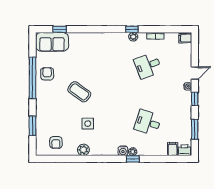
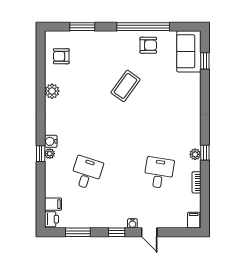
desk: (148, 66) -> (159, 173), turned 30
side table: (88, 124) -> (85, 97), removed

